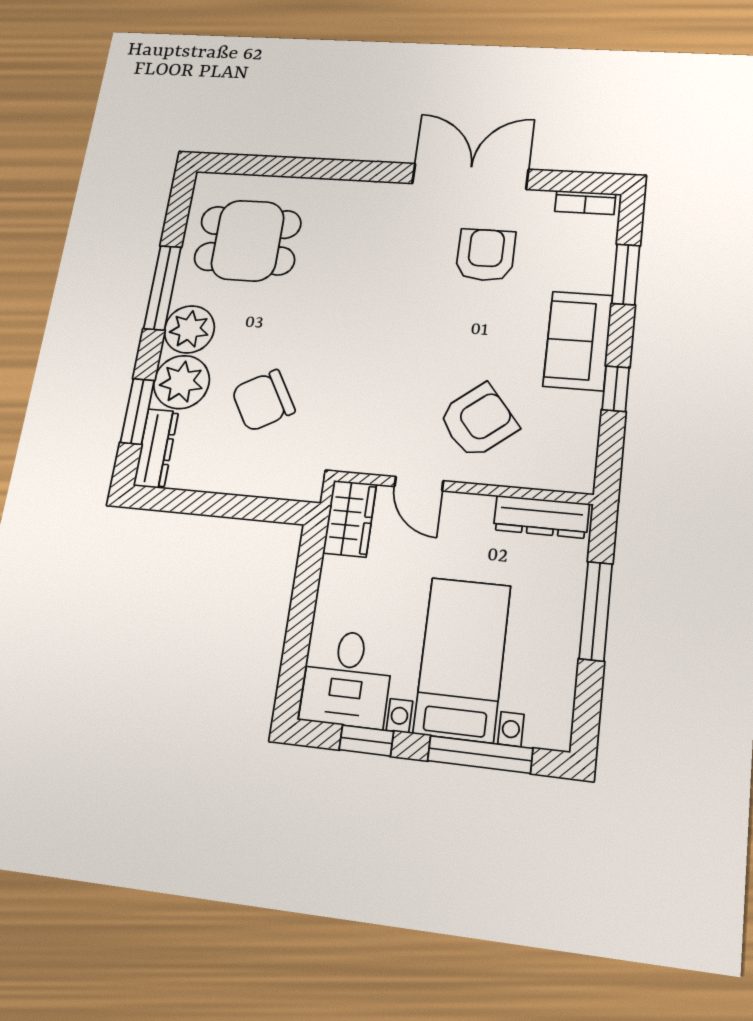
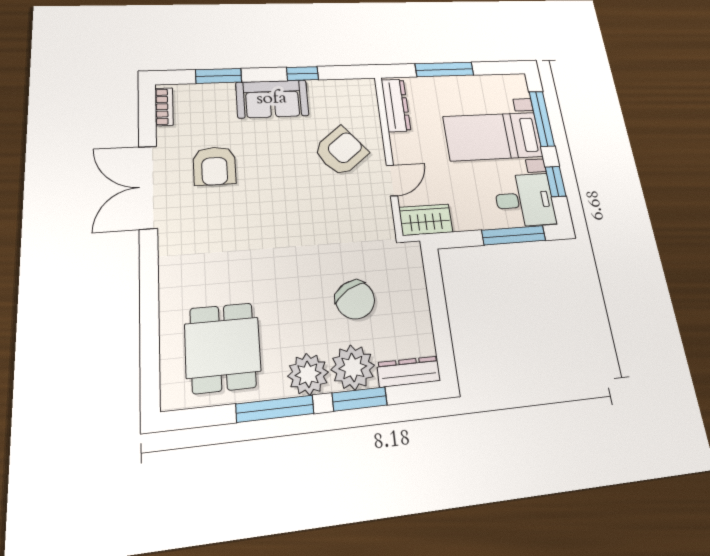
armchair: (486, 255) -> (214, 166), turned -90
window: (137, 411) -> (360, 399), moved
armchair: (478, 421) -> (341, 151), turned 90
window: (297, 643) -> (514, 235), added

